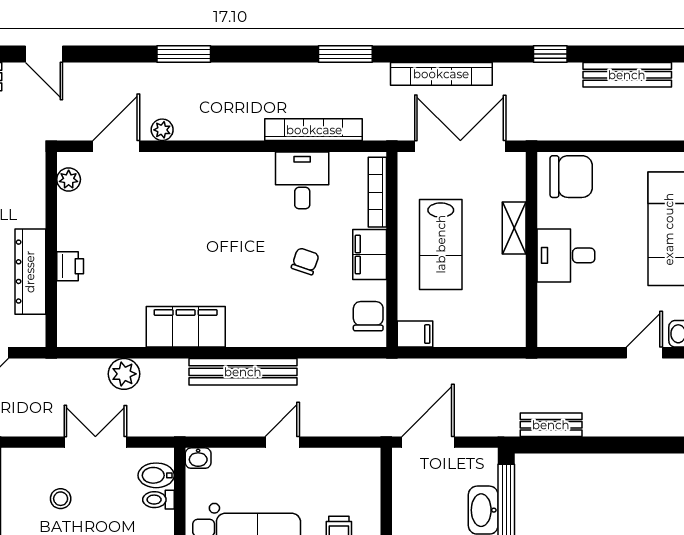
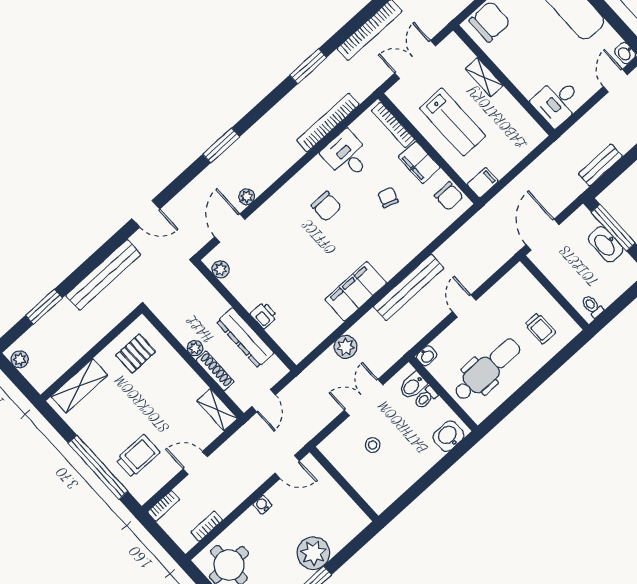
double door: (460, 146) -> (415, 60), width x0.73
chair: (234, 213) -> (326, 206), added
desk: (566, 255) -> (557, 102), moved
chair: (368, 316) -> (449, 196), turned 180

